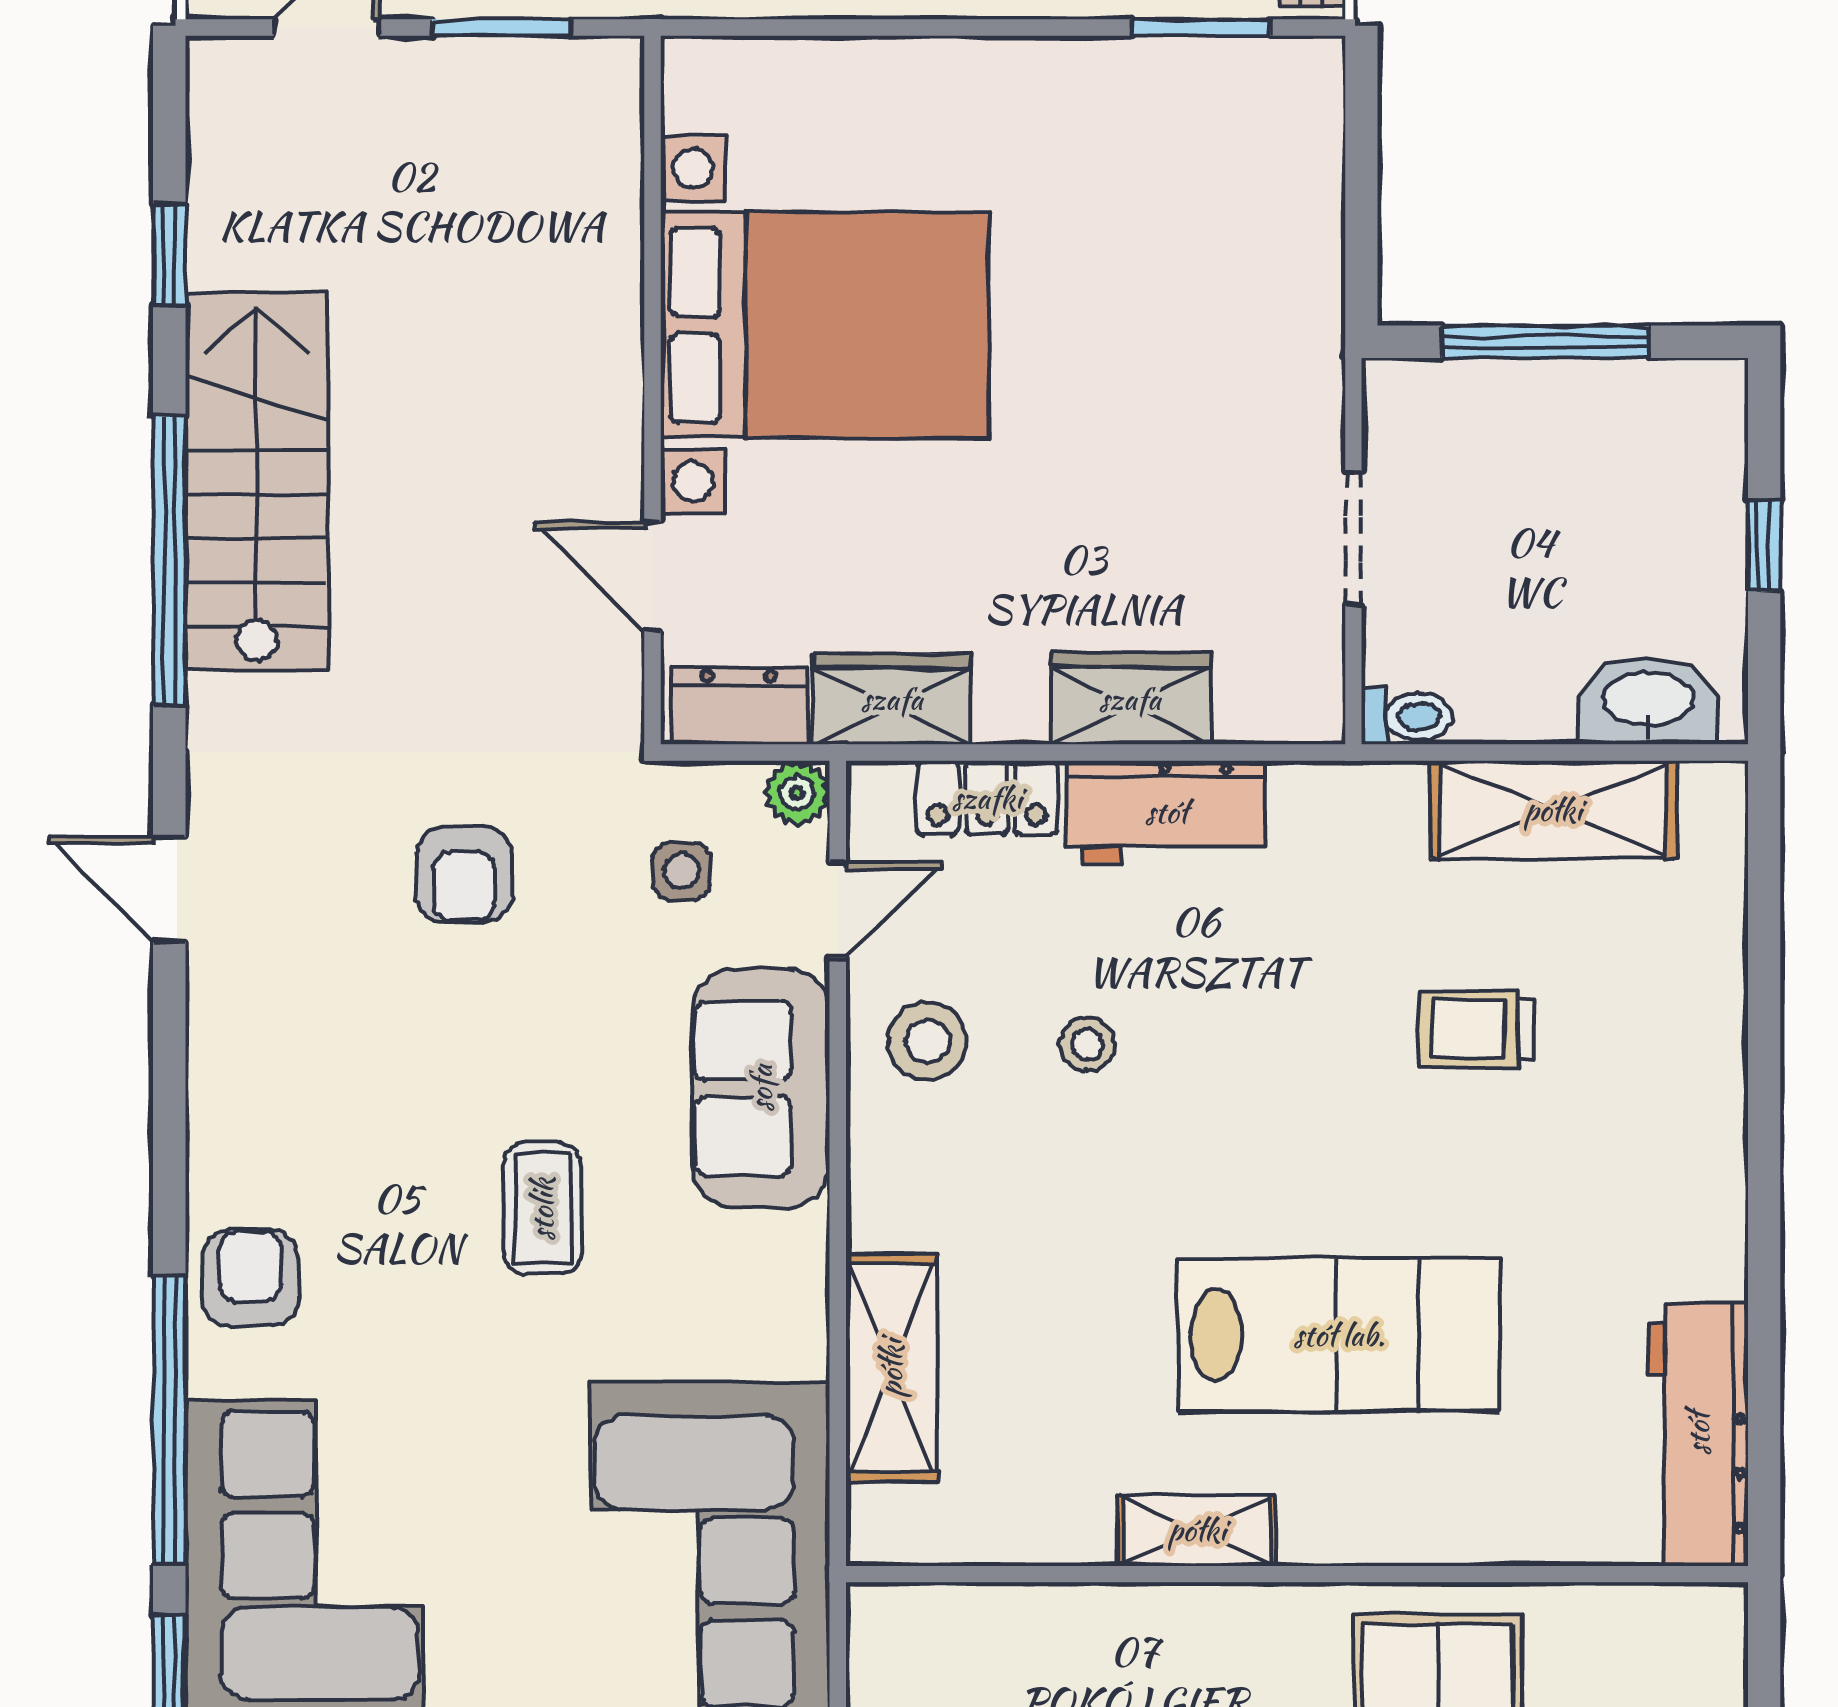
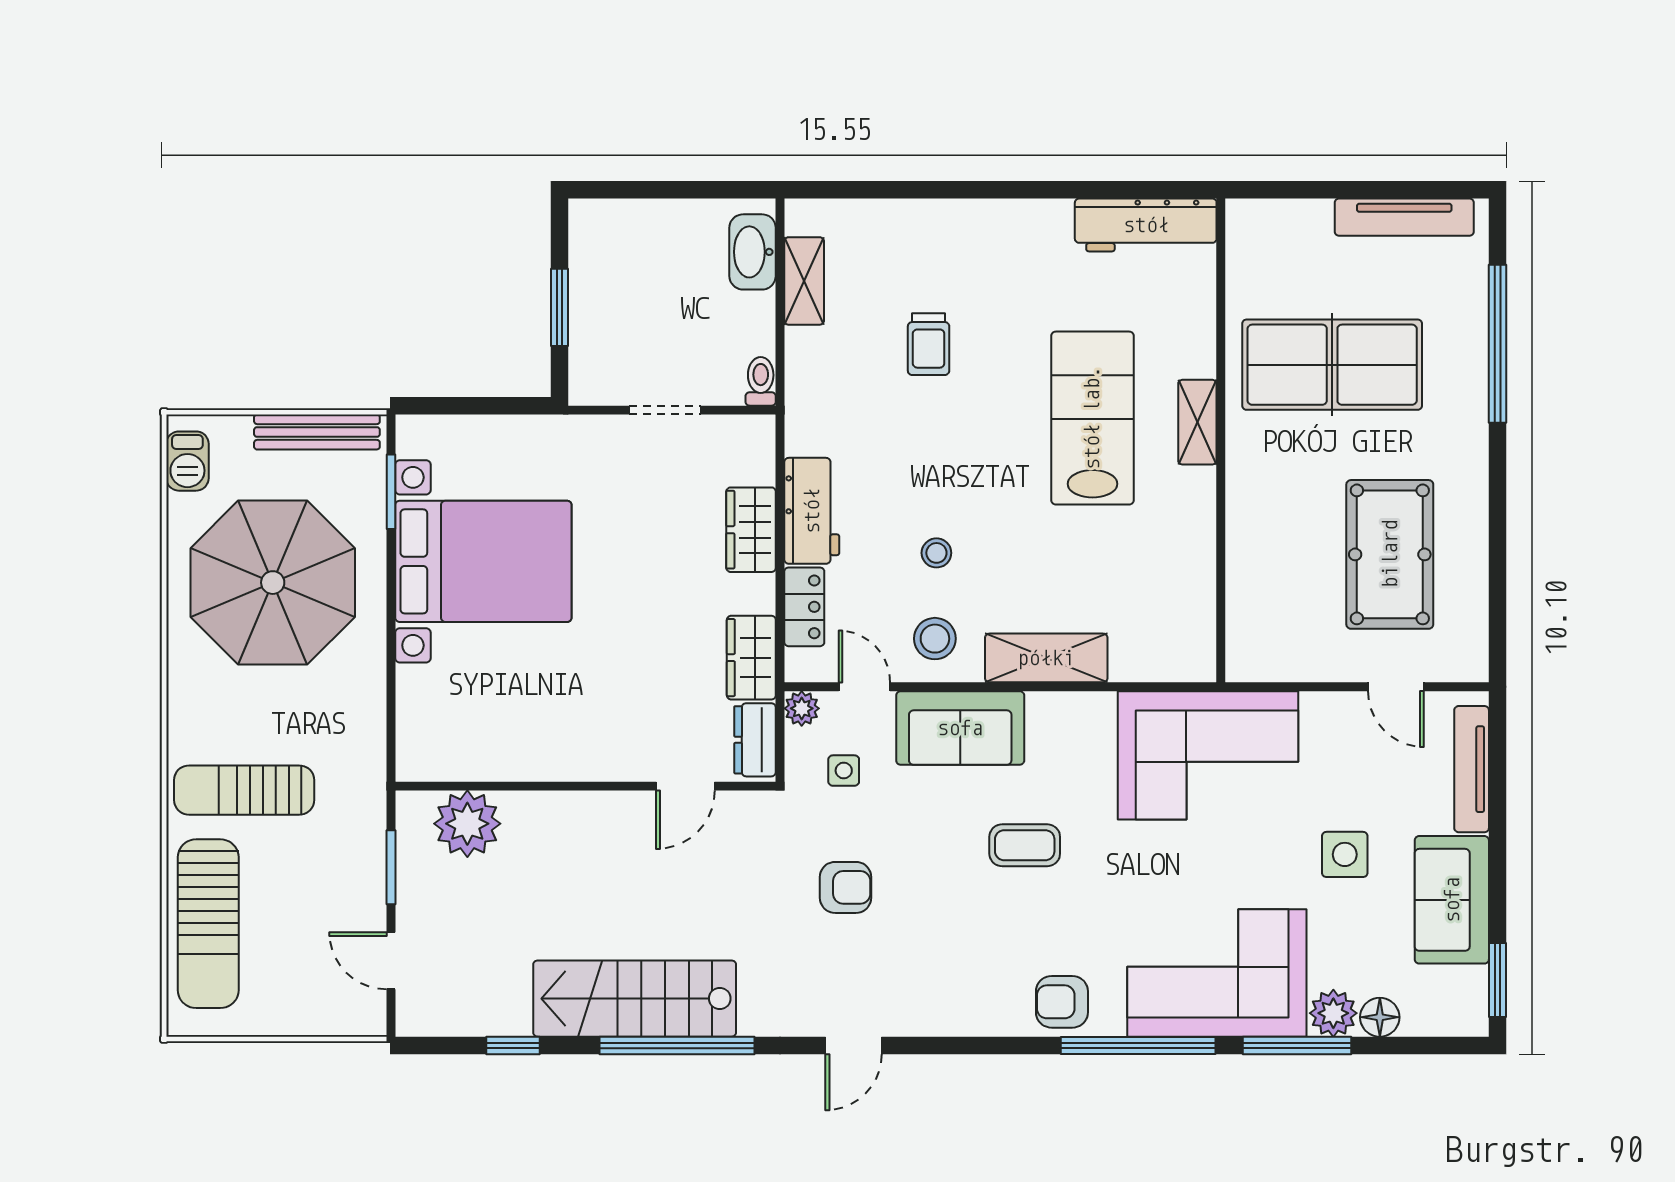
plant: (582, 170) -> (467, 824), added
bed with nightstands: (825, 325) -> (483, 561), moved, turned 90
window: (1545, 342) -> (560, 307), width x0.69
window: (1764, 546) -> (669, 190), removed
shelving: (1553, 810) -> (804, 281), width x0.67, depth x0.75
shelving: (891, 1368) -> (1046, 658), moved
shelving: (1197, 1530) -> (1197, 422), moved

